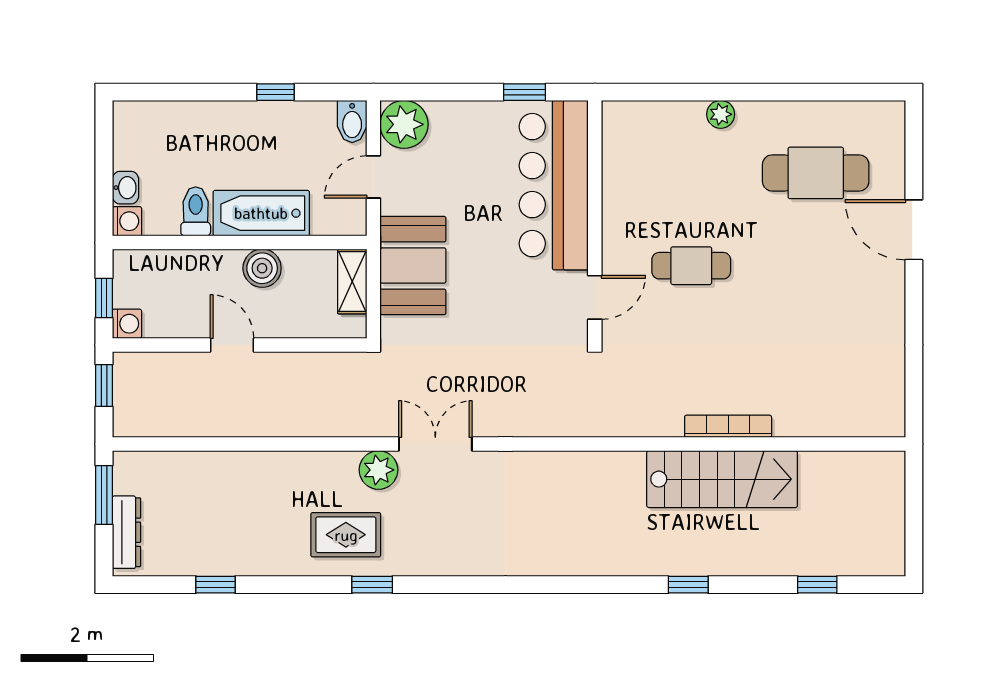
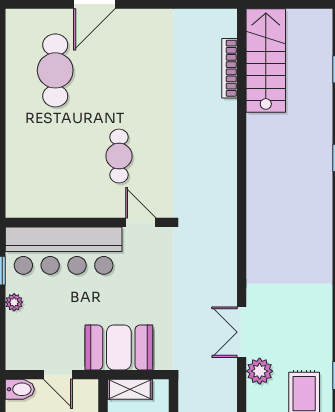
plant: (721, 114) -> (15, 136), removed
plant: (404, 124) -> (14, 302), moved, width x0.53, depth x0.53
bookcase: (728, 426) -> (229, 68), moved
stairs: (722, 479) -> (266, 60), moved

